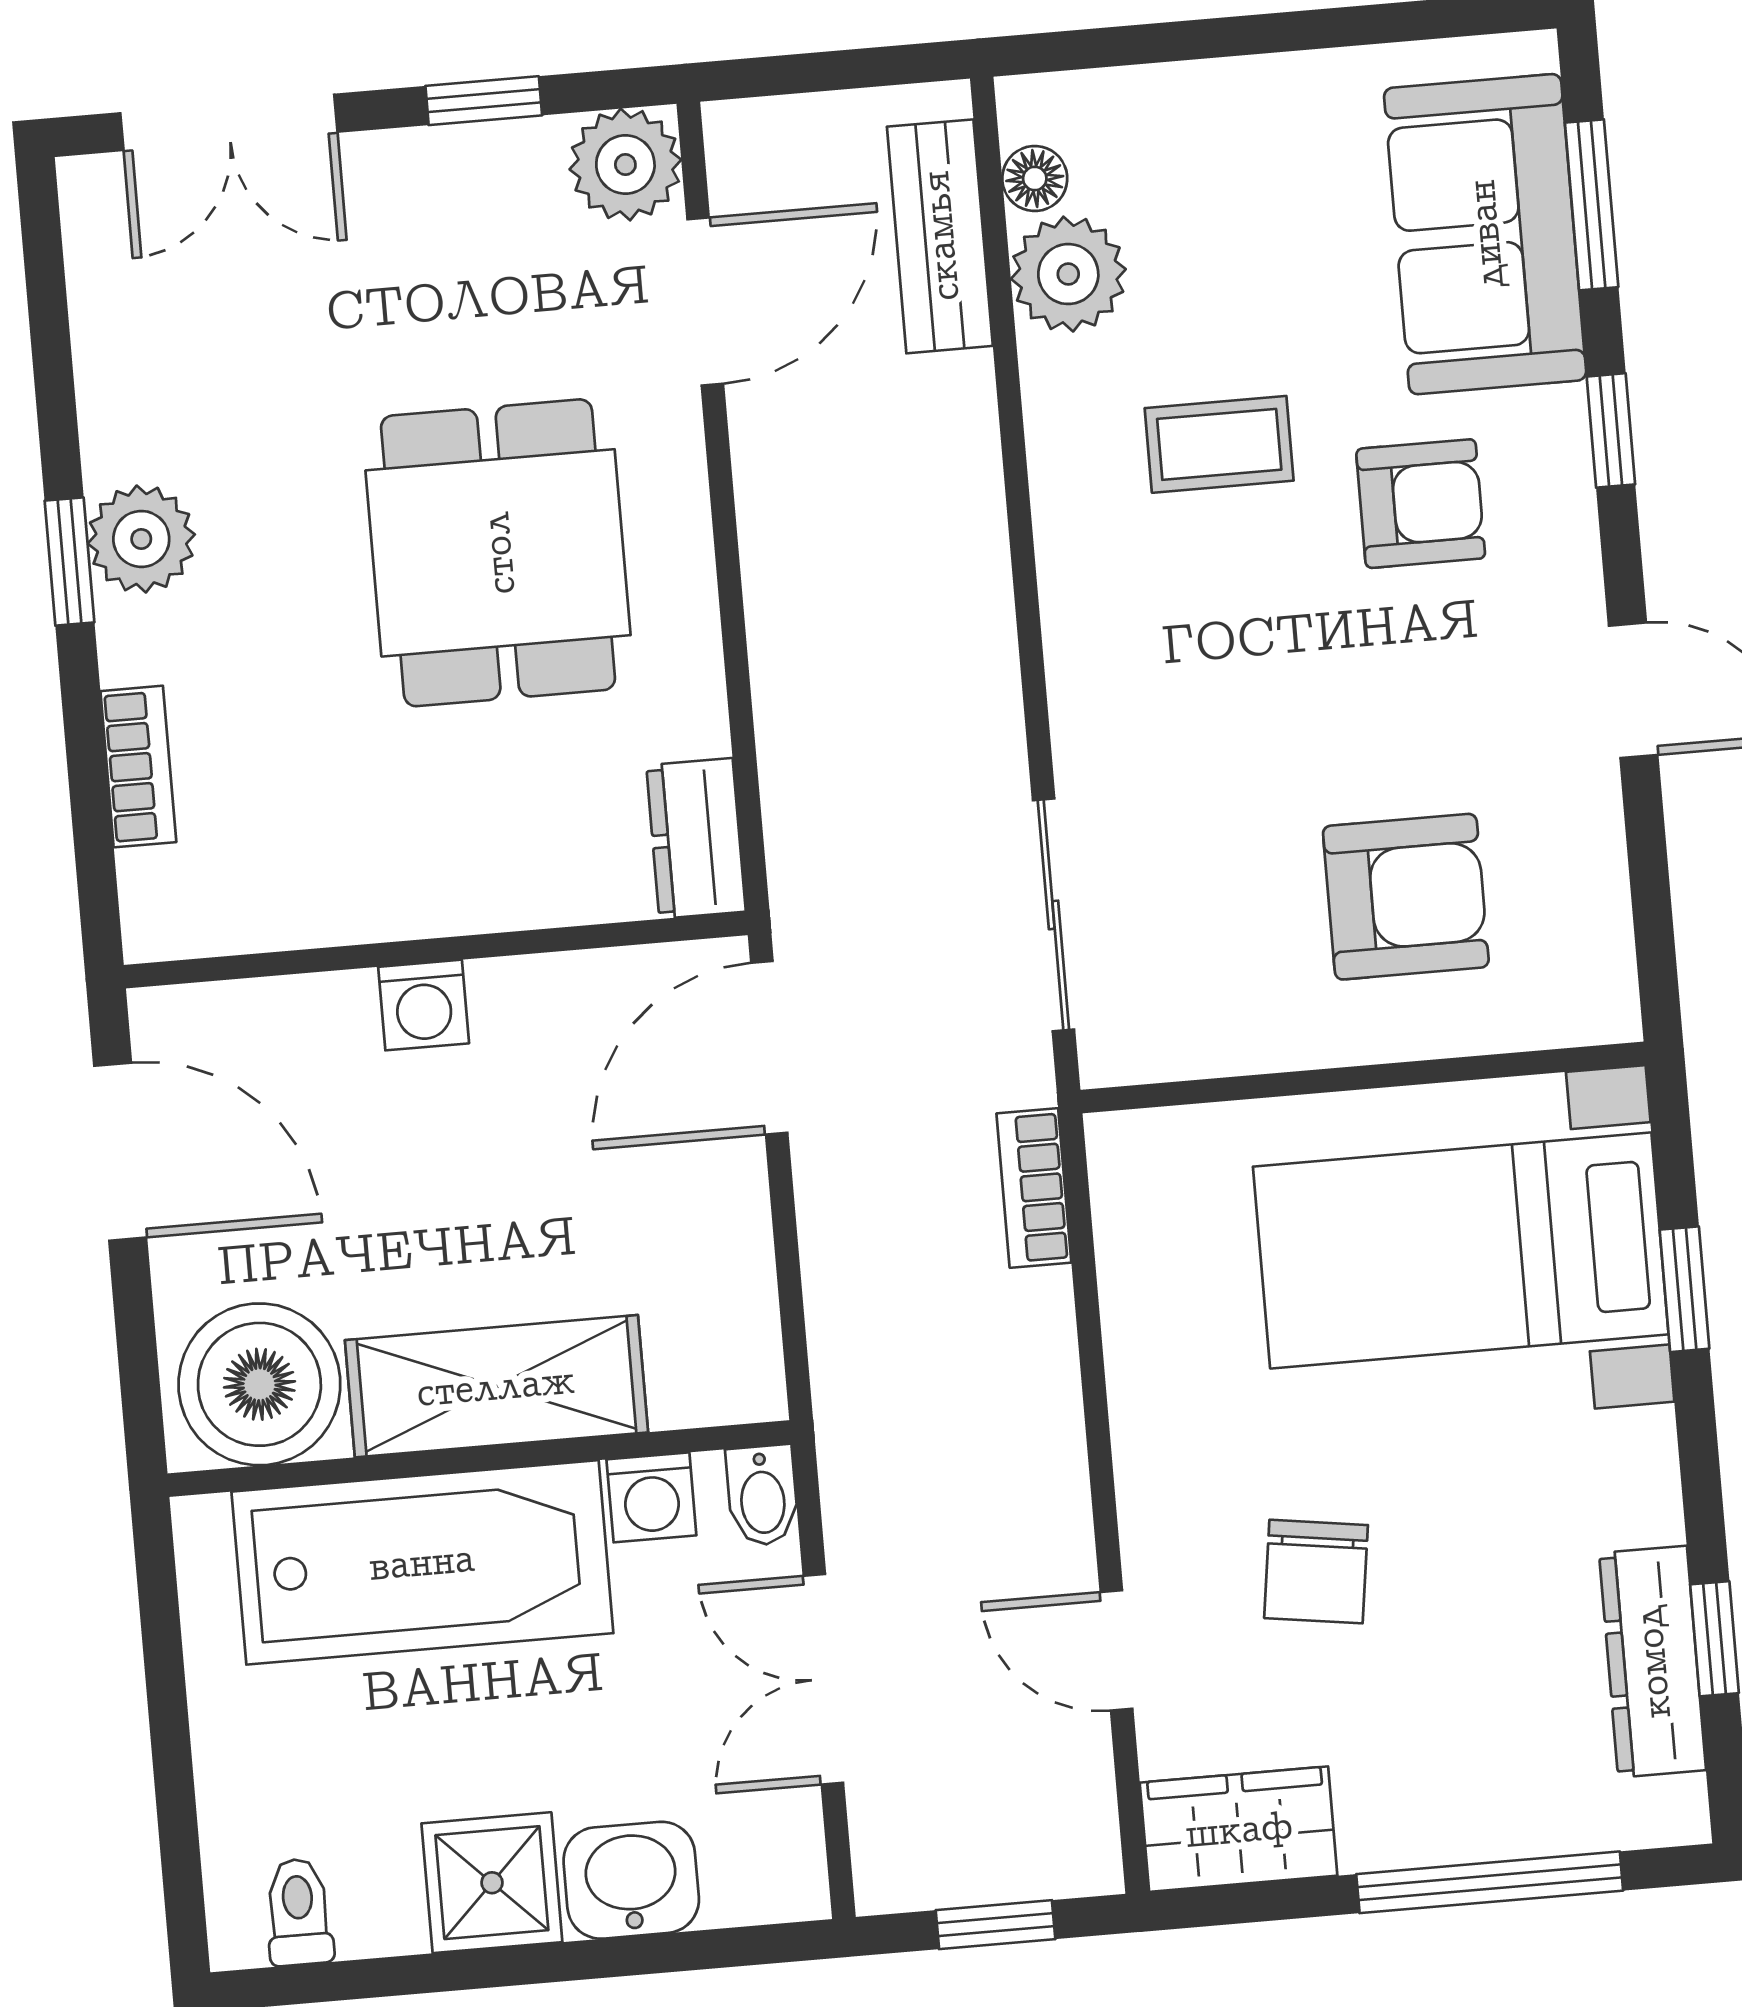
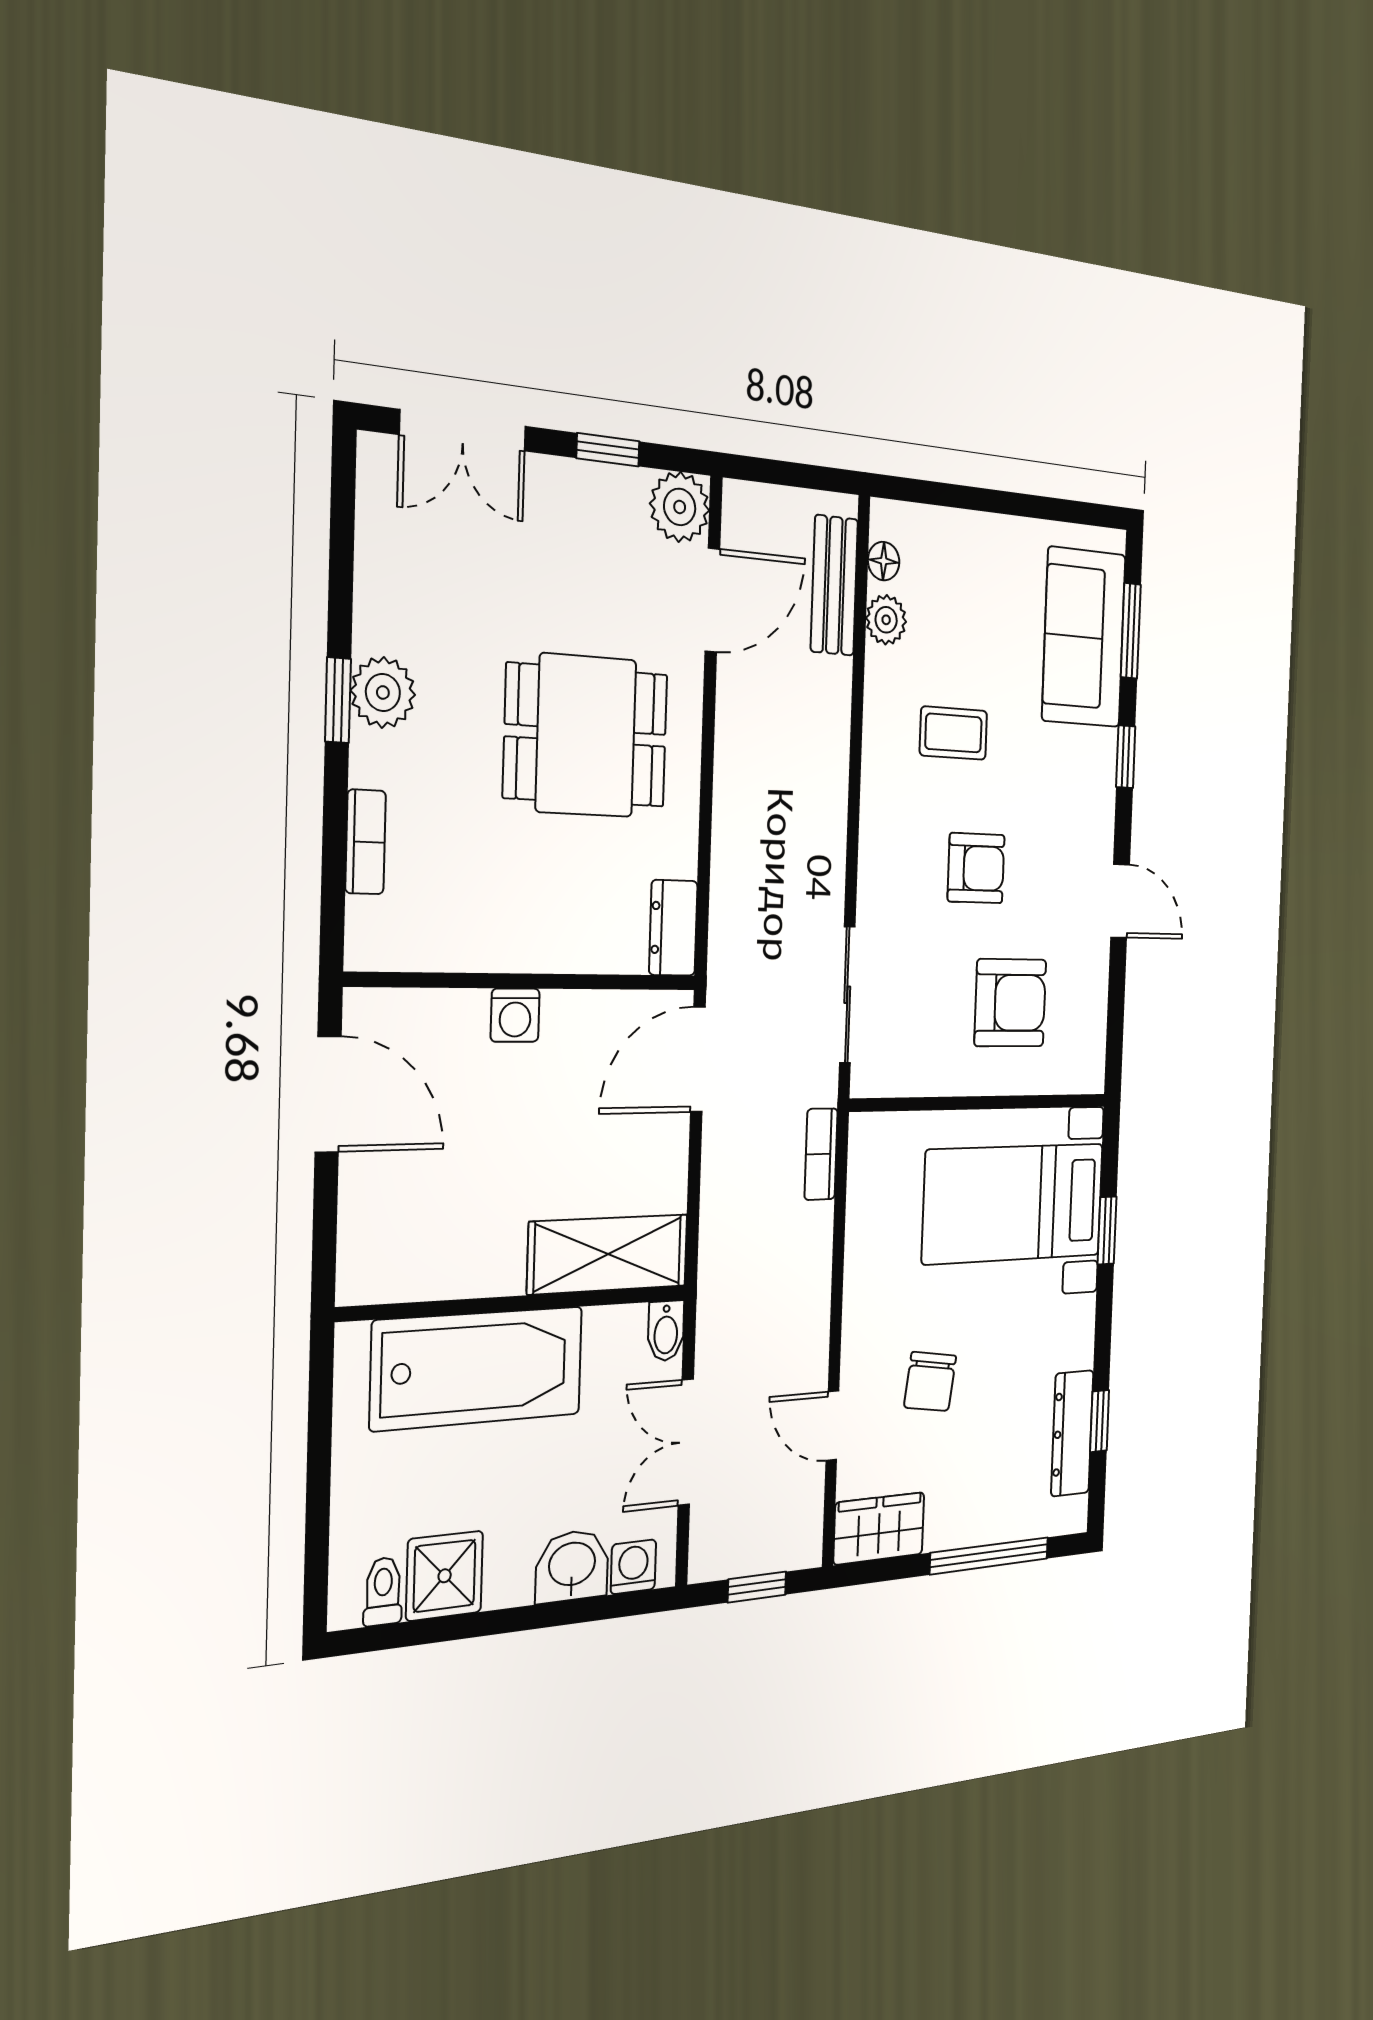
plant: (1068, 274) -> (886, 620), width x0.73, depth x0.73
armchair: (1421, 504) -> (976, 868), moved
dining table: (498, 553) -> (586, 736), turned 90
boiler: (259, 1384) -> (396, 1251), removed
shelving: (496, 1386) -> (608, 1254), moved
washing machine: (651, 1497) -> (633, 1567), moved, turned 180
shower: (492, 1883) -> (445, 1576), moved

